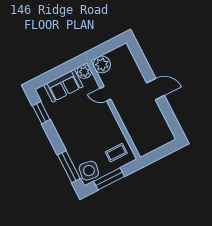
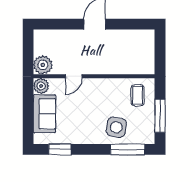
side table: (89, 171) -> (116, 127), moved

